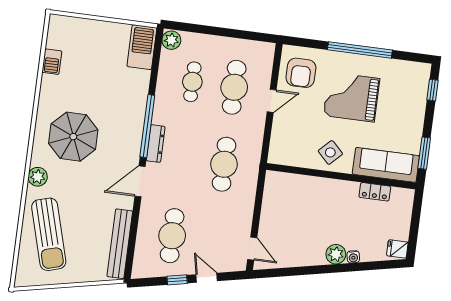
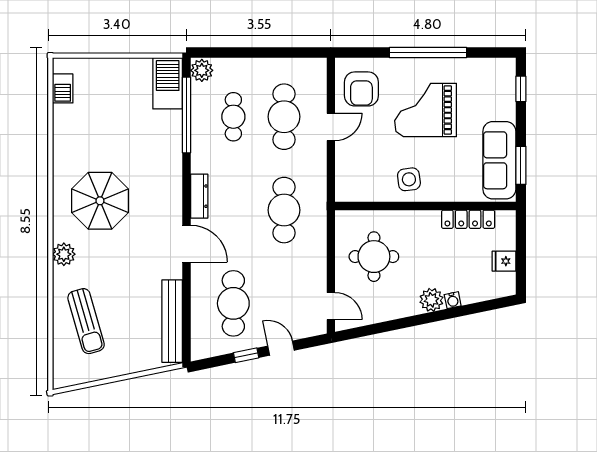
barbecue: (52, 62) -> (63, 88), moved
window: (147, 126) -> (187, 115), moved
side table: (330, 152) -> (409, 179), turned 38
sofa: (386, 165) -> (499, 160), moved, turned -90
door: (140, 181) -> (187, 244), swing flipped
locker: (375, 192) -> (468, 219), width x1.53
round table: (293, 212) -> (374, 257), added
sun lounger: (49, 234) -> (86, 321), width x0.73, depth x0.75
fridge: (397, 249) -> (504, 261), moved

